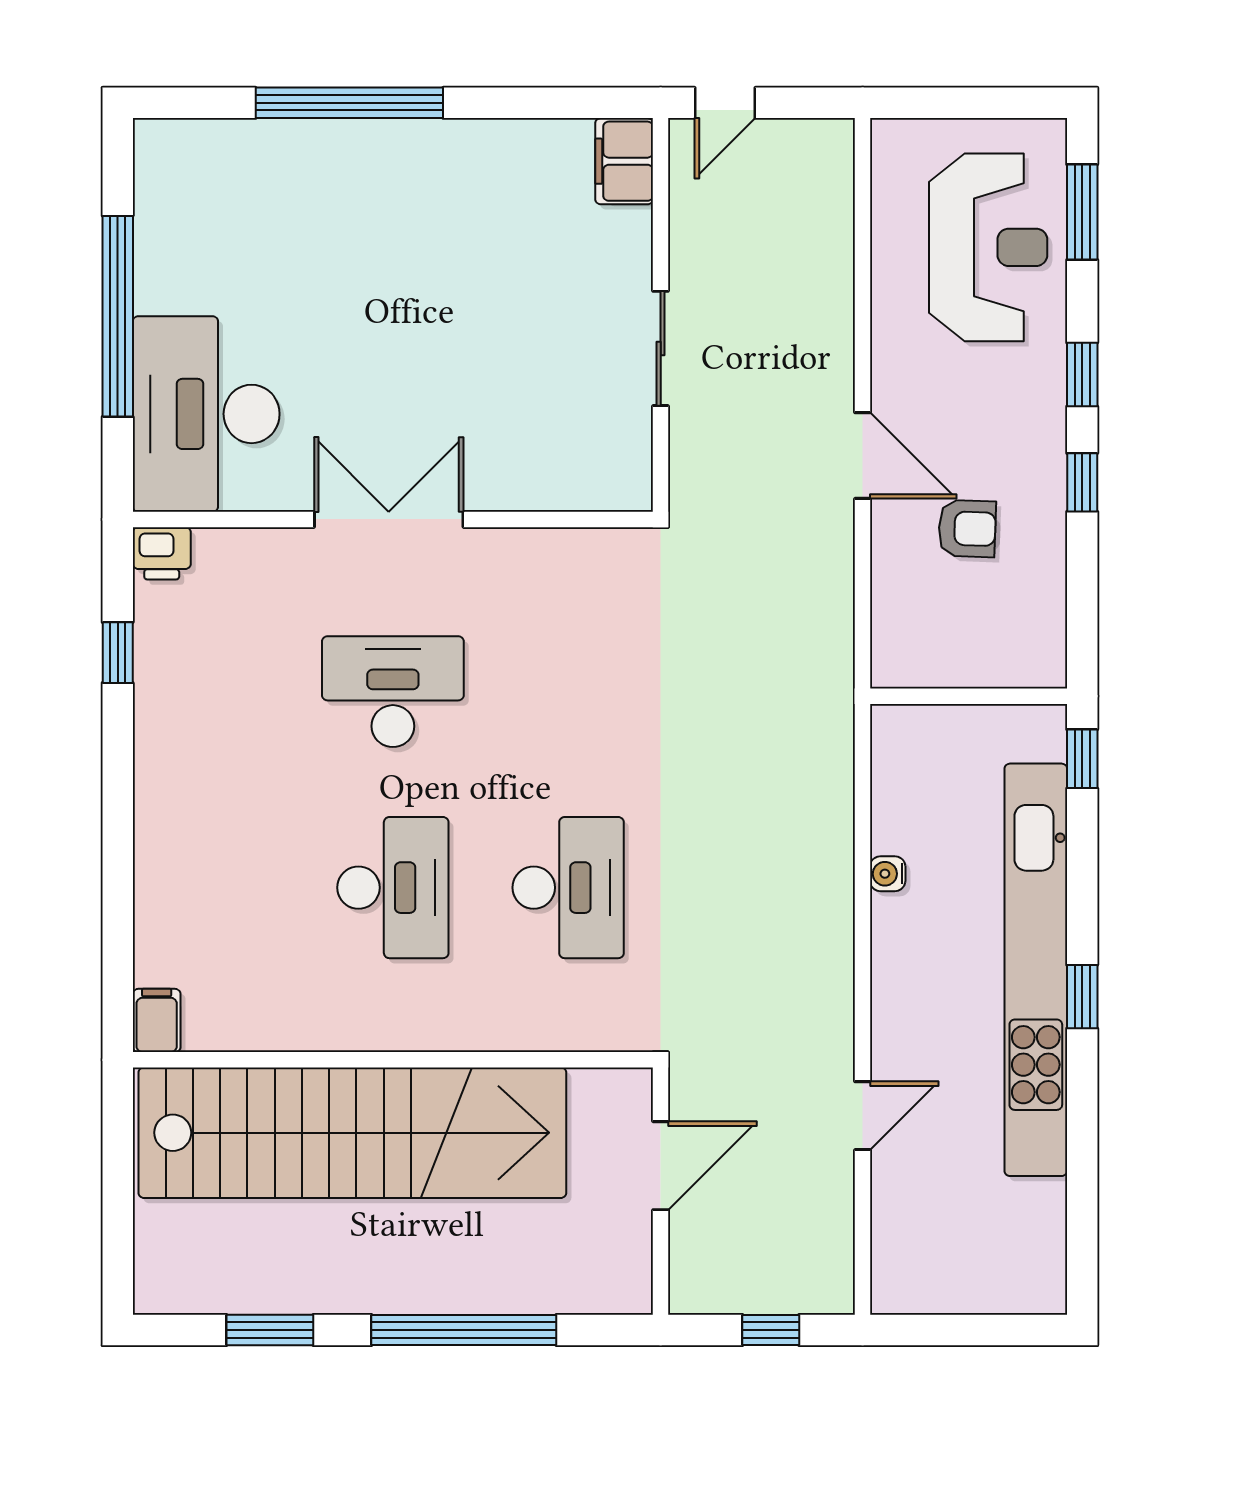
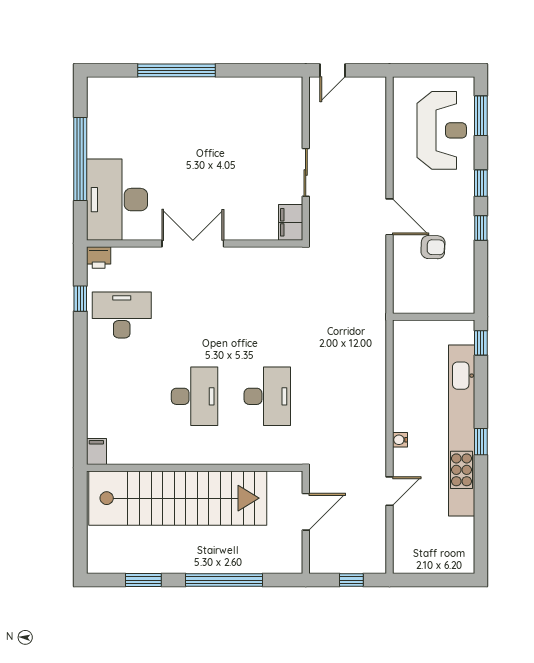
filing cabinet: (624, 161) -> (291, 222), moved
desk: (393, 692) -> (122, 315), moved
water cooler: (888, 874) -> (400, 440), moved

